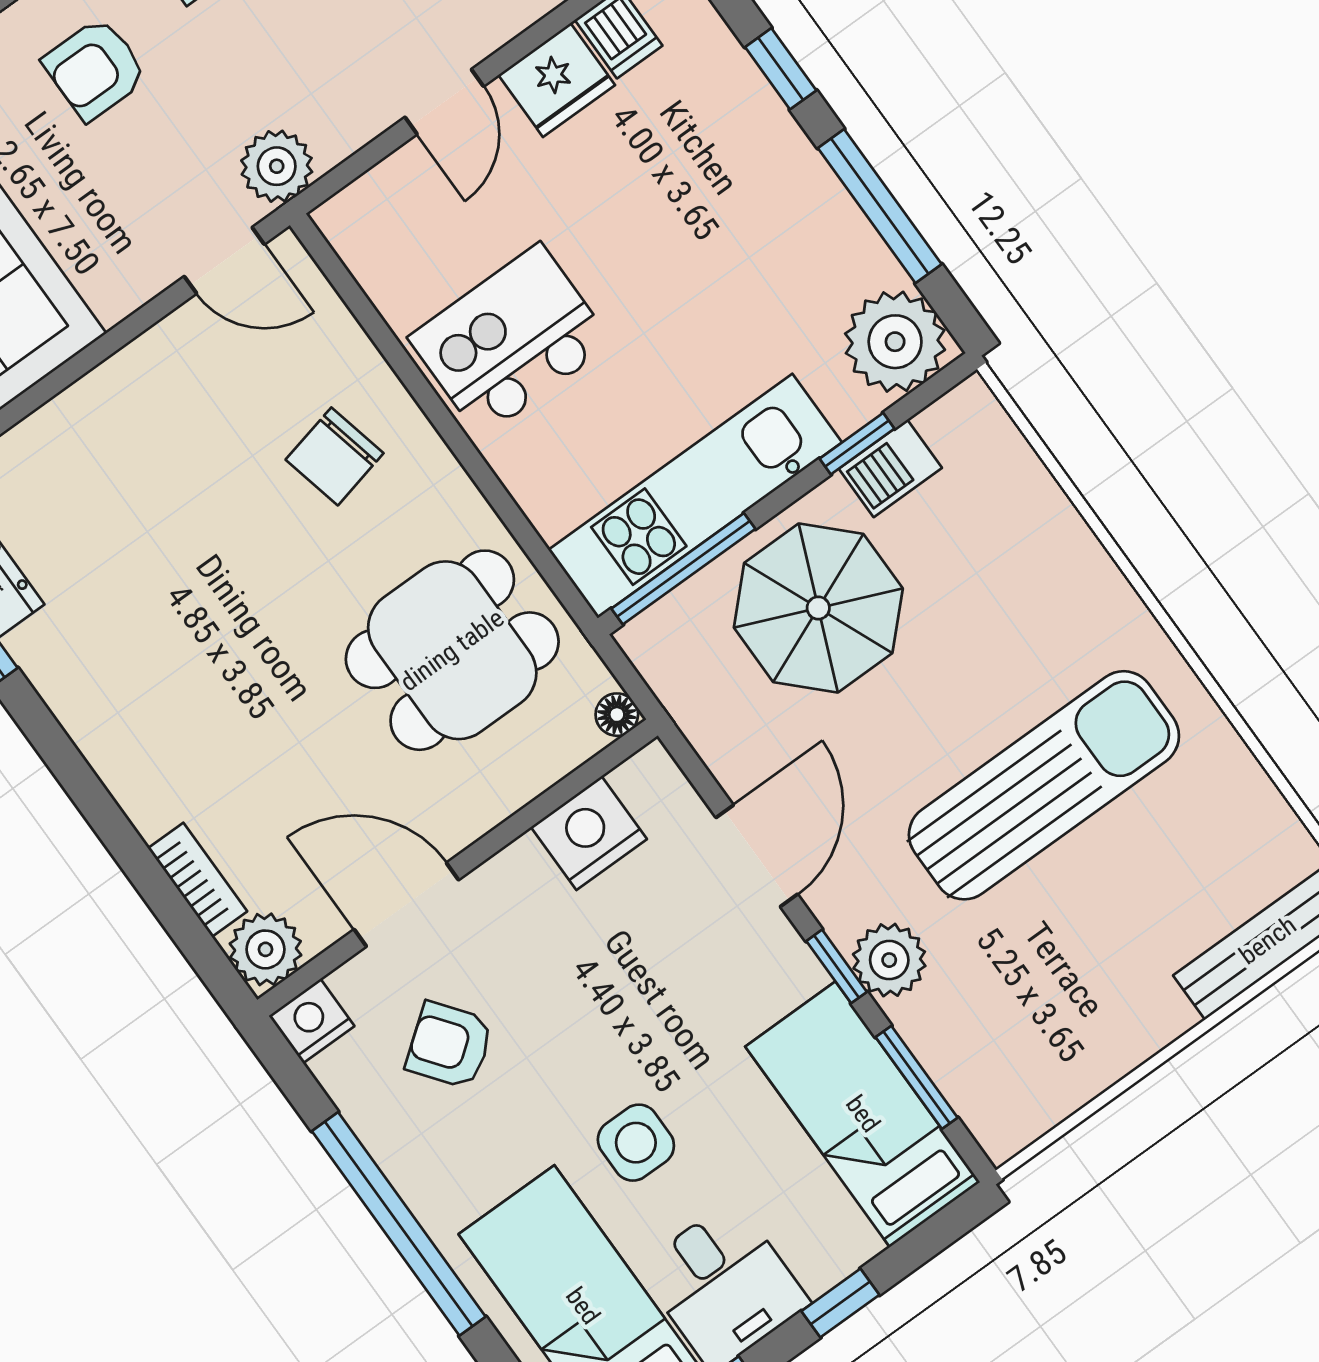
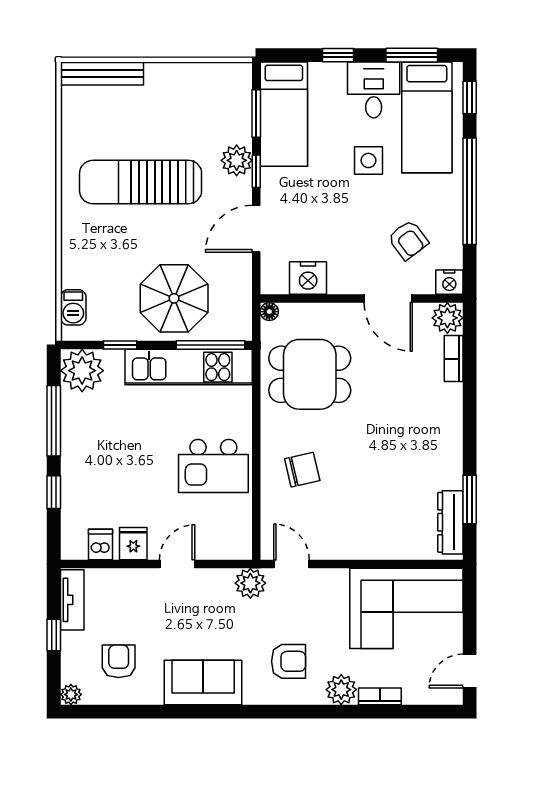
fridge: (557, 80) -> (133, 544), width x0.72
barbecue: (890, 468) -> (73, 307), moved, turned 90

